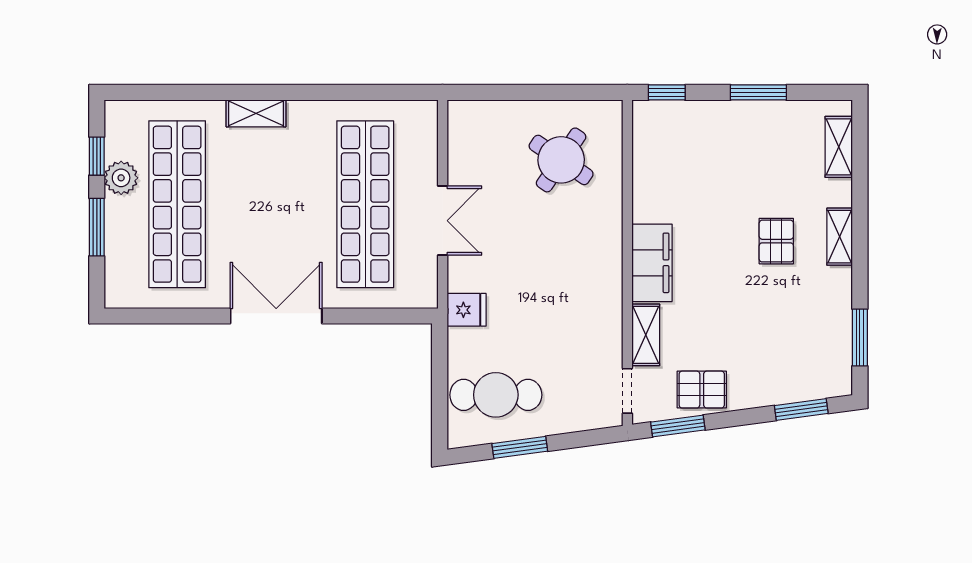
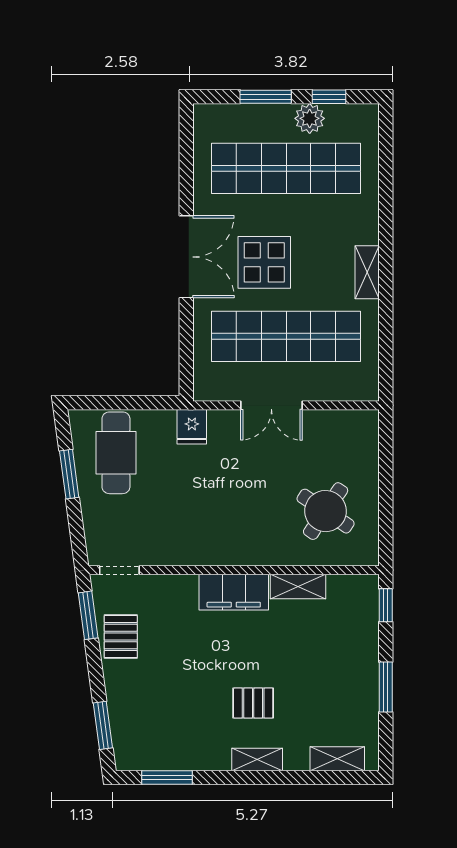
shelving: (256, 113) -> (367, 272), moved
display table: (282, 229) -> (264, 262), added
shelving: (646, 335) -> (298, 587), moved

